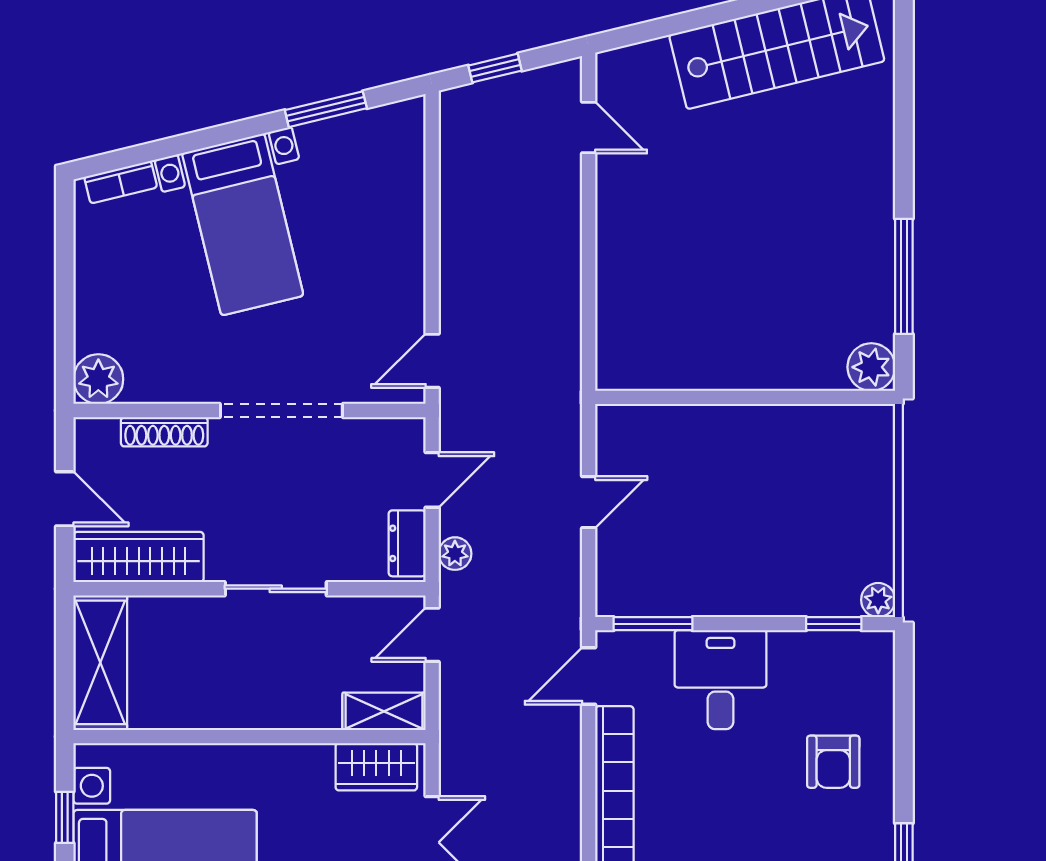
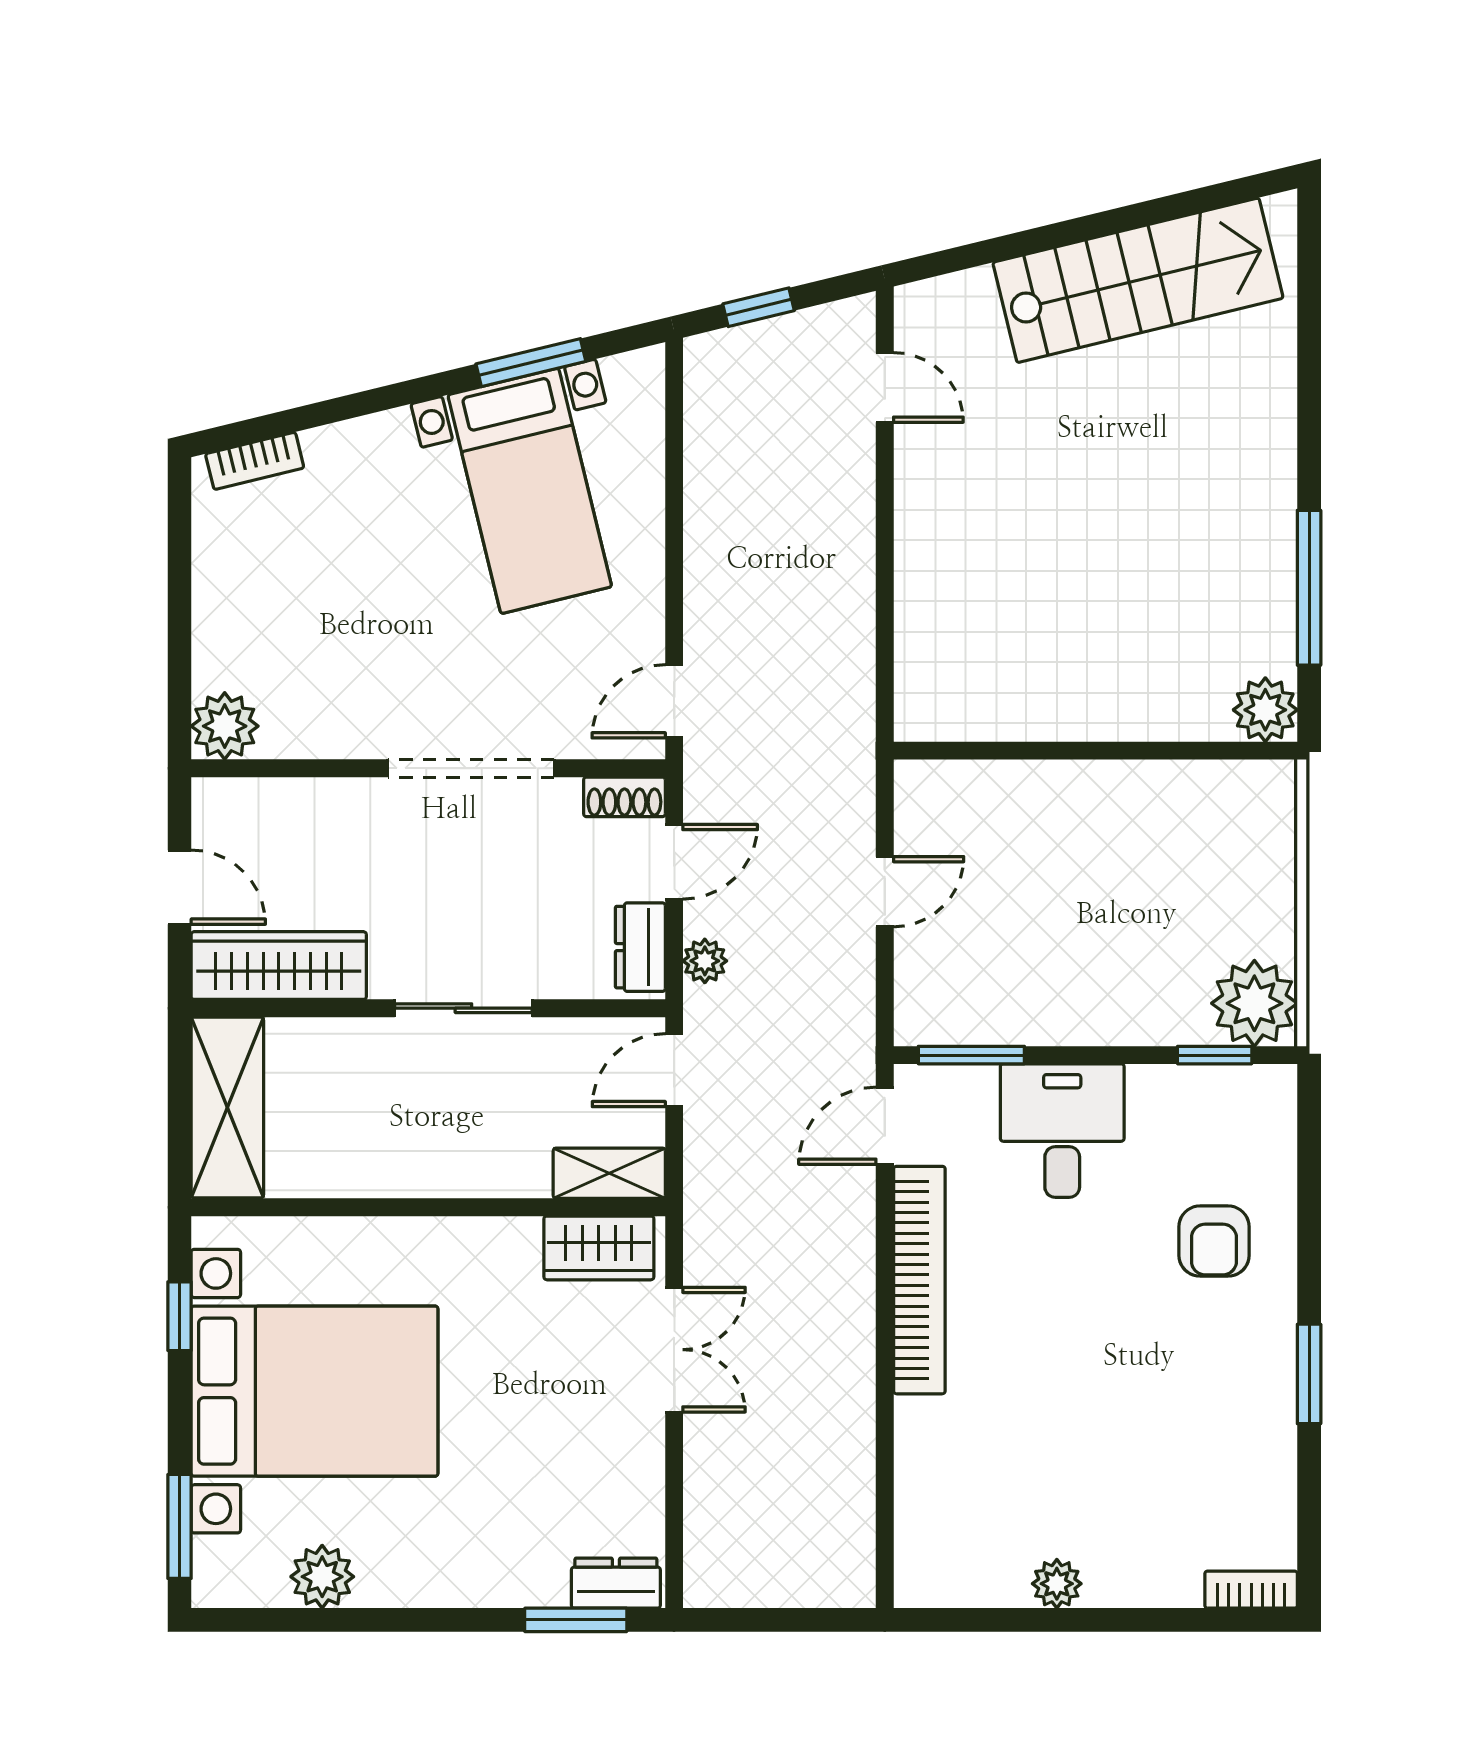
bed with nightstands: (243, 224) -> (530, 491), moved
shoe rack: (164, 432) -> (624, 797), moved, width x0.70
plant: (878, 600) -> (1254, 1003), width x1.88, depth x1.88

